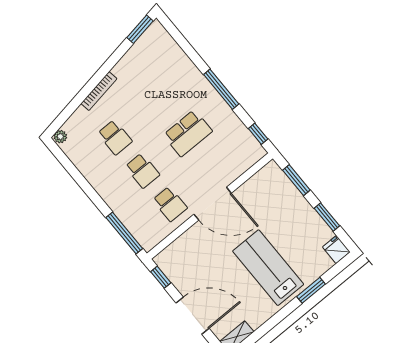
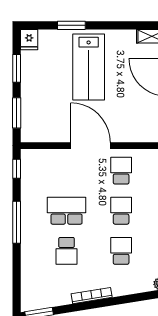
bookcase: (99, 91) -> (92, 296), moved
school desk: (160, 100) -> (67, 251), added

